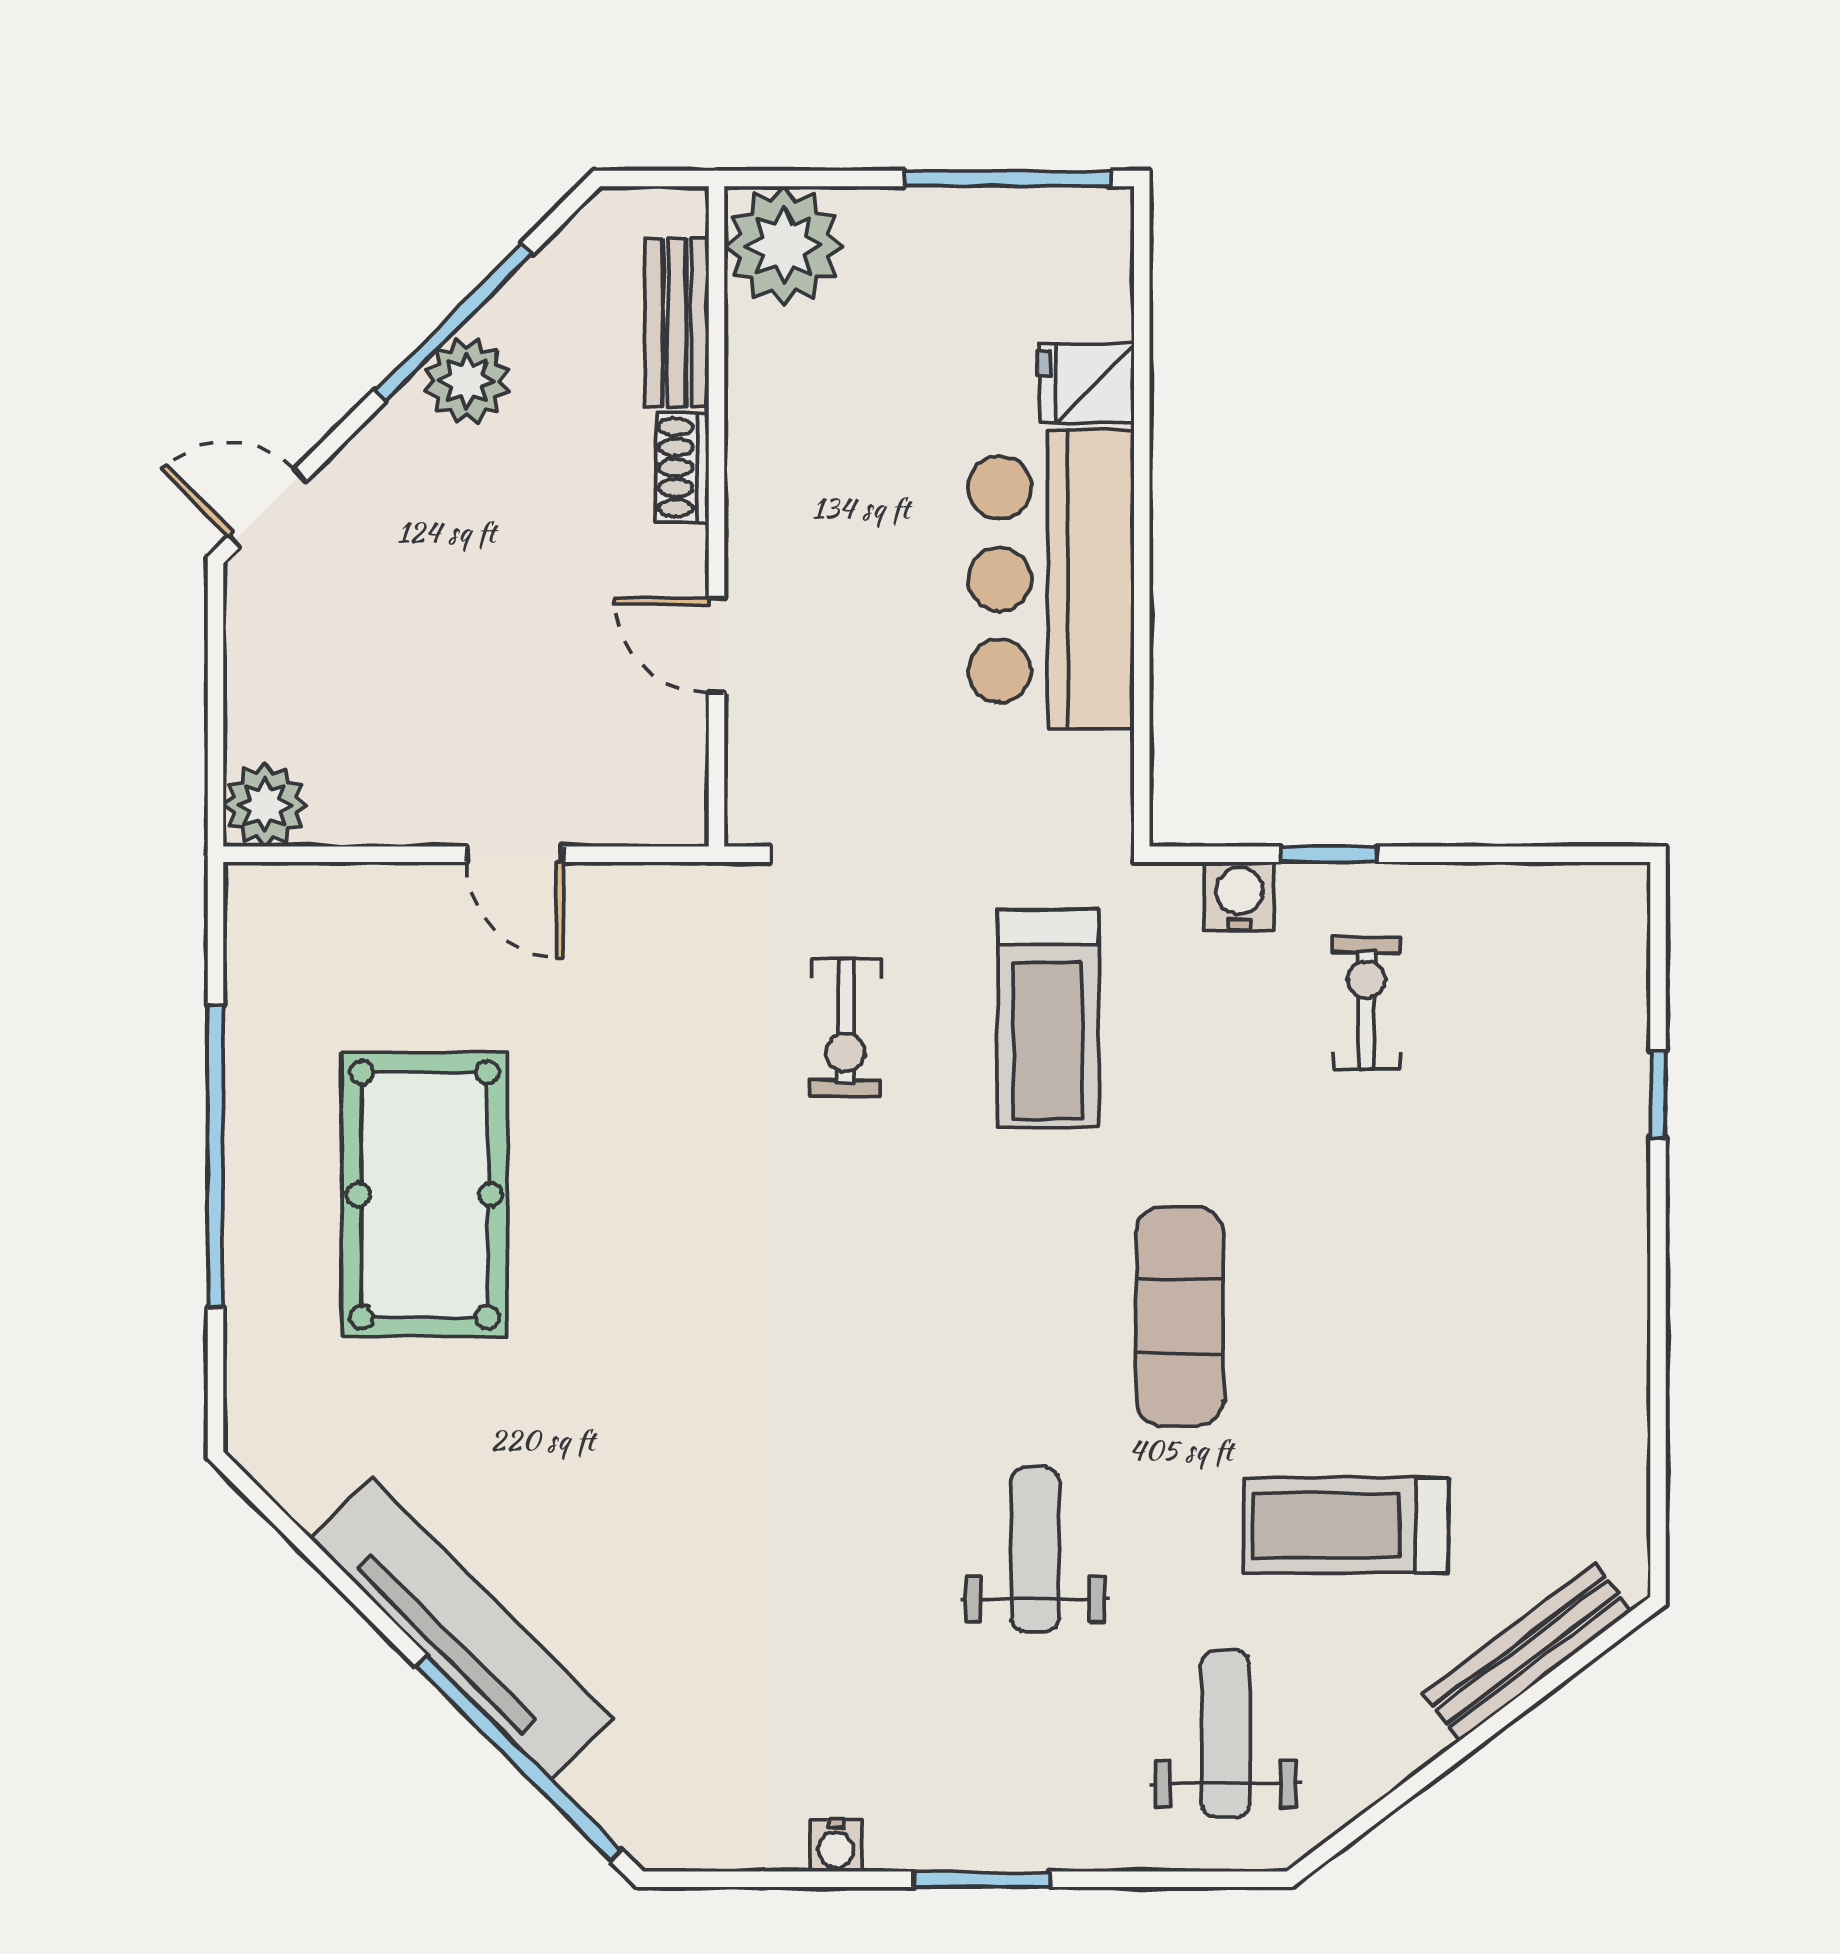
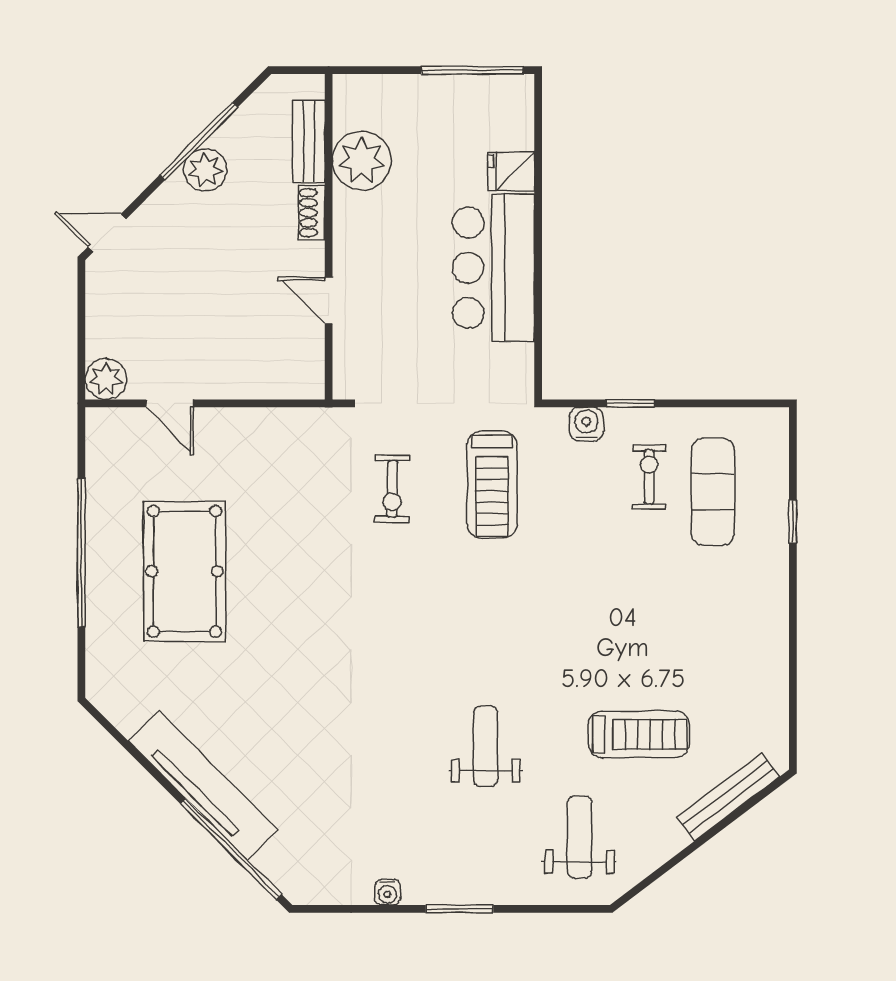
plant: (784, 246) -> (362, 161), moved
door: (515, 854) -> (170, 403), moved
exercise mat: (1180, 1316) -> (713, 492), moved
treadmill: (1346, 1525) -> (639, 734), turned 180

